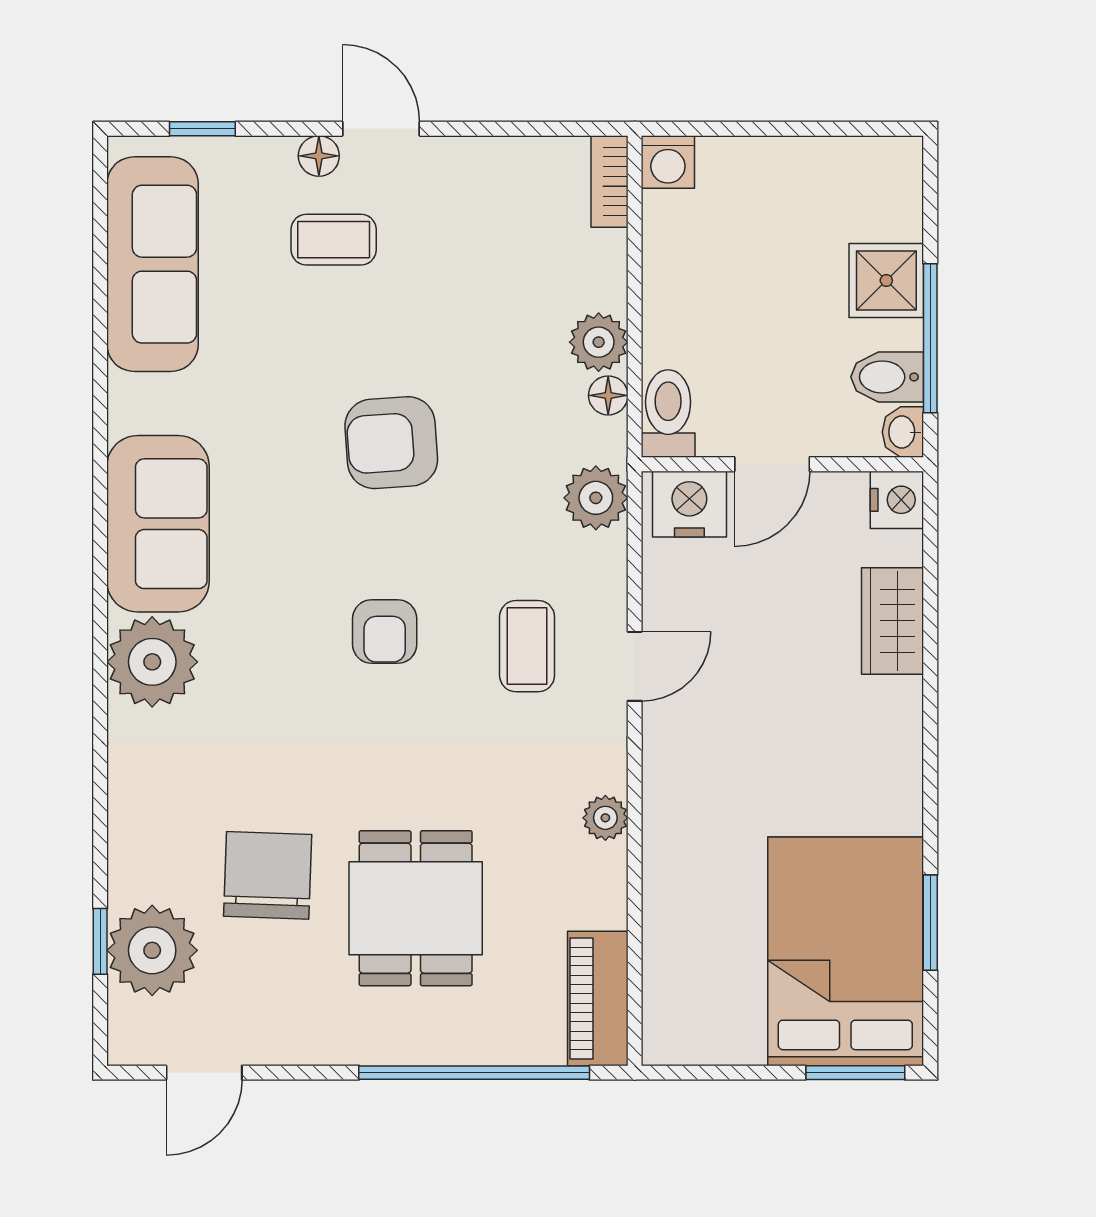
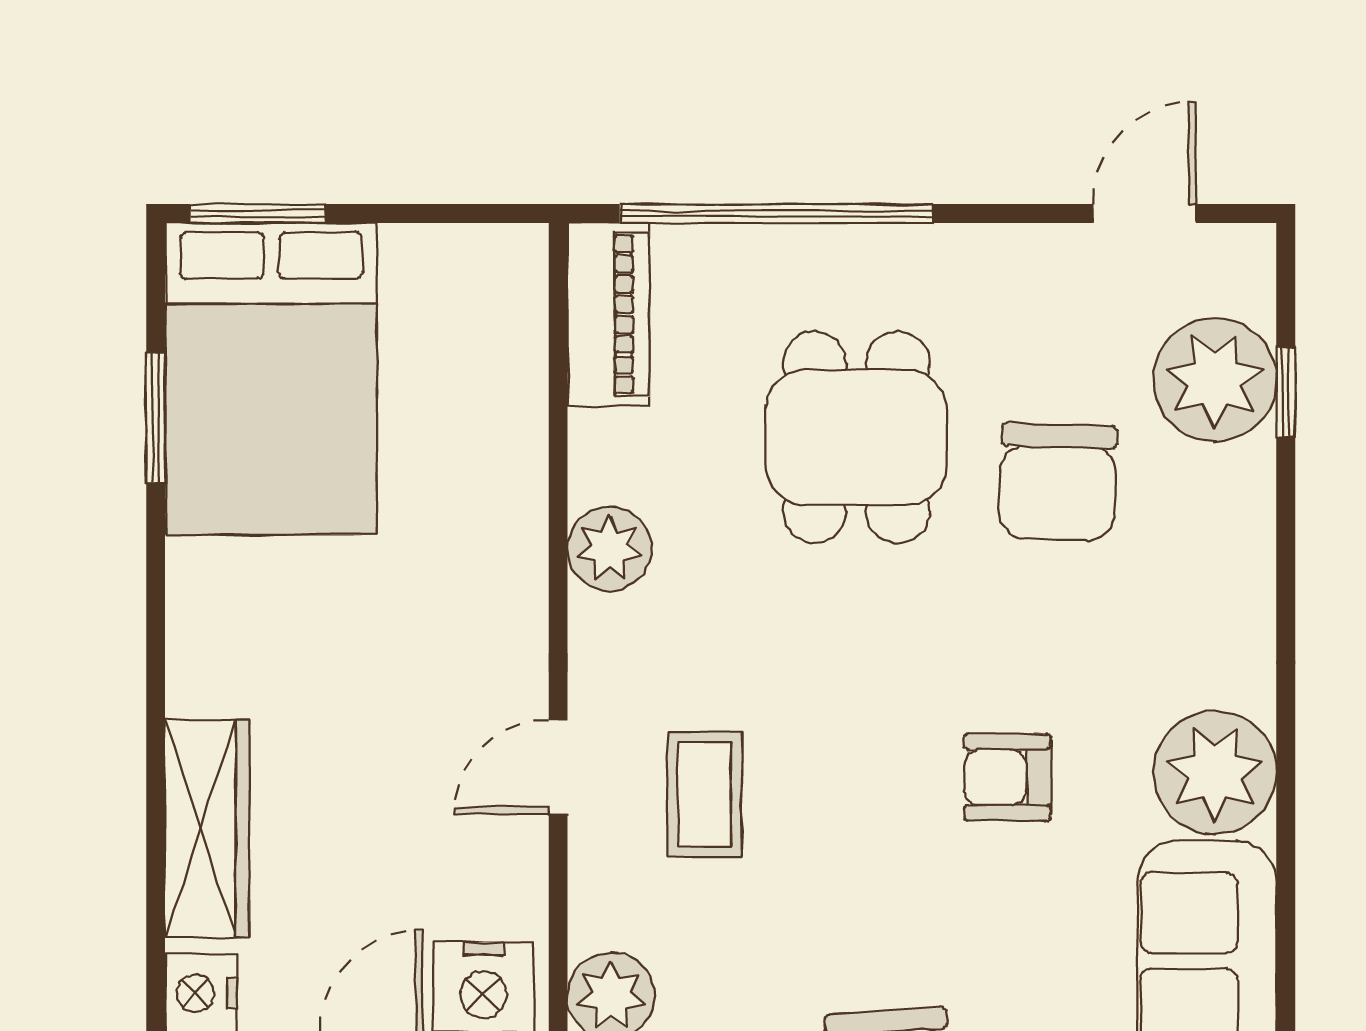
wardrobe: (893, 621) -> (207, 828), width x1.50
armchair: (385, 632) -> (1007, 777), moved, turned -90
plant: (605, 818) -> (609, 549), width x1.38, depth x1.38

